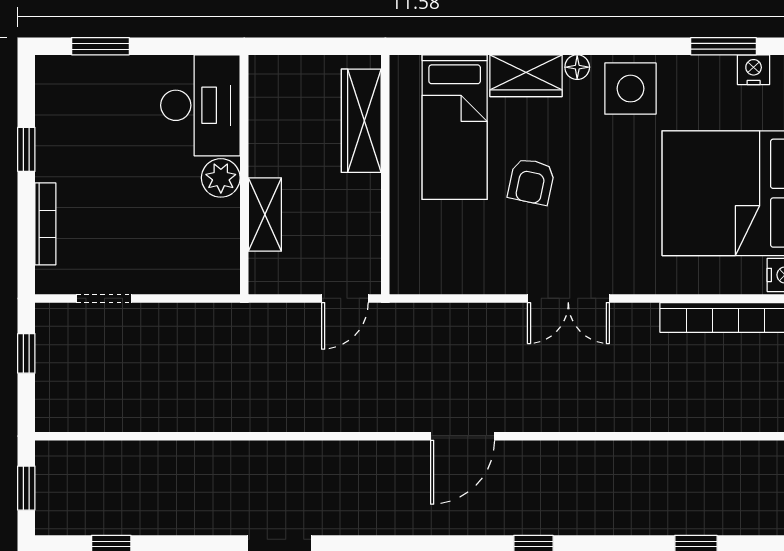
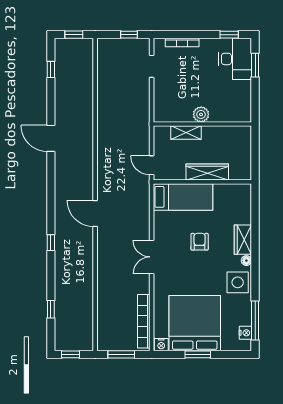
window: (723, 46) -> (255, 321), width x1.44
desk: (200, 105) -> (235, 59), moved, turned -90
wardrobe: (361, 121) -> (207, 172), moved
bed: (455, 127) -> (183, 197), moved, turned 180
window: (26, 149) -> (229, 35), moved
armchair: (531, 181) -> (200, 242), turned 78

